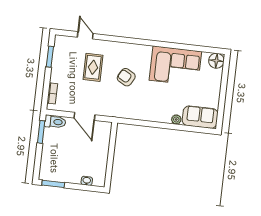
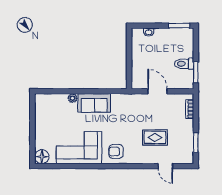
rug: (93, 67) -> (155, 137), turned 90
armchair: (126, 77) -> (116, 151), moved, turned 151
sofa: (200, 117) -> (94, 103), moved
toilet: (55, 122) -> (184, 64), moved

